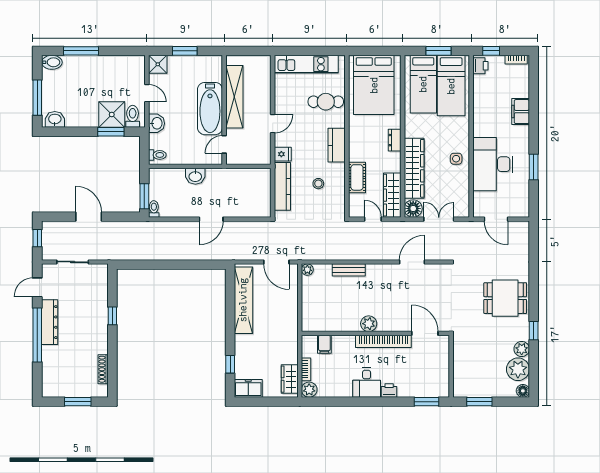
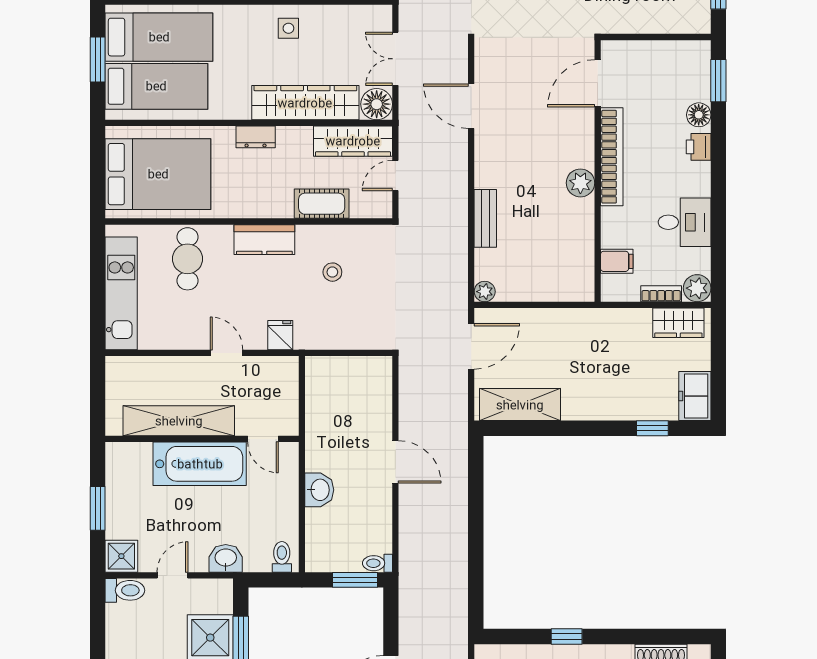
toilet: (133, 116) -> (125, 590), moved, turned 180
kitchen counter: (282, 186) -> (337, 336), removed
shelving: (243, 300) -> (520, 405), width x0.68
desk: (367, 383) -> (685, 222), moved
floor lamp: (407, 391) -> (699, 115), added

